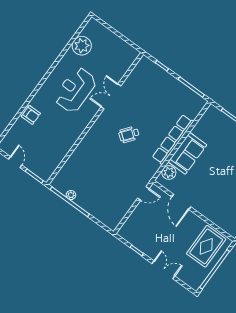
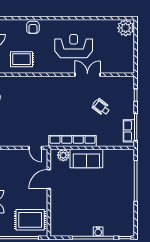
plant: (82, 46) -> (126, 28), moved
row of seats: (190, 96) -> (129, 131), added
wheelchair: (129, 134) -> (101, 107), moved
row of seats: (173, 139) -> (73, 141), moved
rug: (53, 147) -> (22, 59), added

